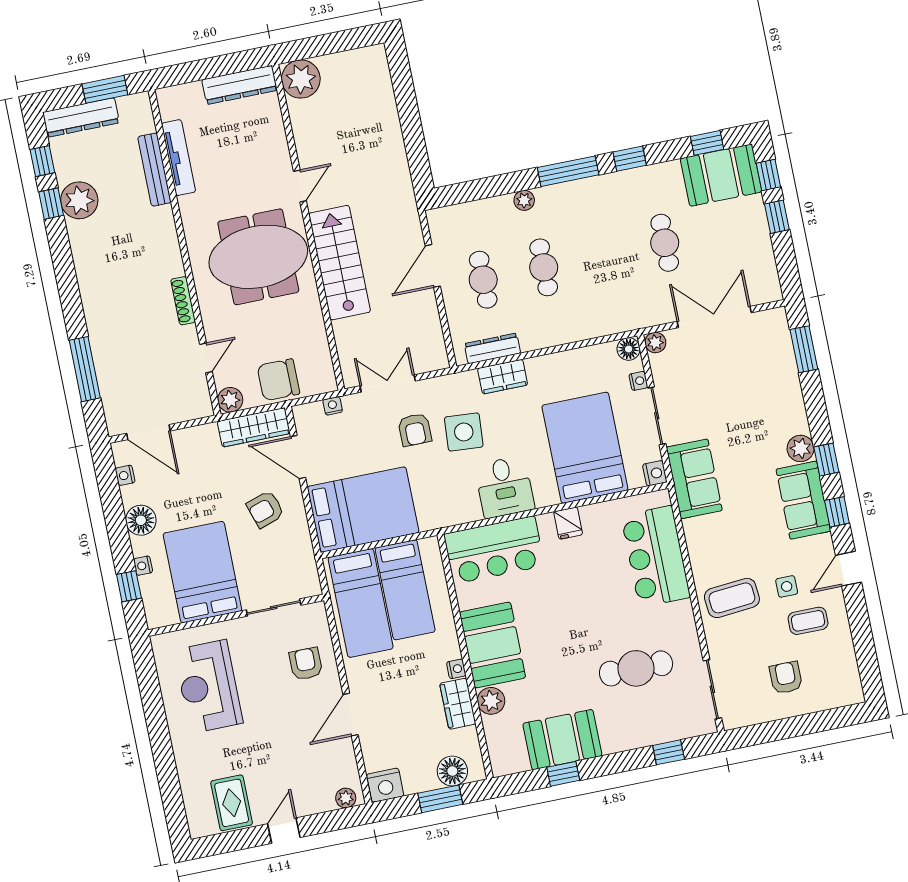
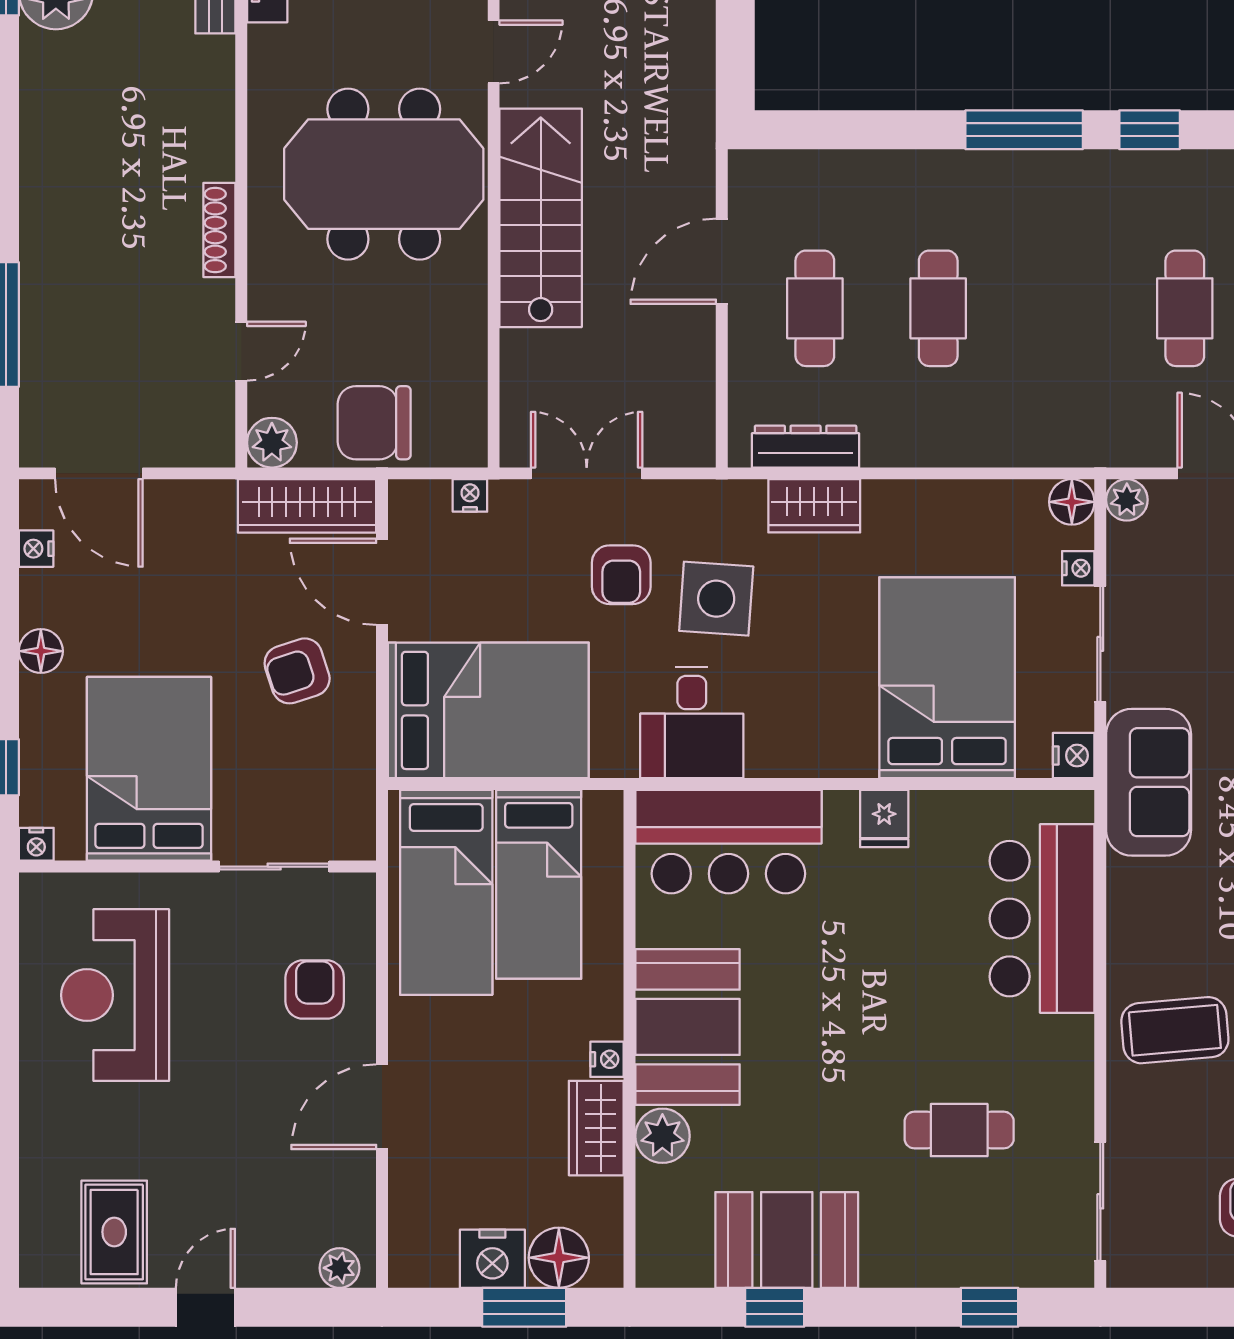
plant: (524, 200) -> (927, 169), removed
desk: (505, 487) -> (692, 723), moved
floor lamp: (141, 520) -> (41, 651), width x0.73, depth x0.73
nightstand: (143, 566) -> (36, 844), moved, turned -90
cafe table: (636, 668) -> (959, 1130), width x0.73, depth x0.74
nightstand: (385, 785) -> (492, 1259), moved

